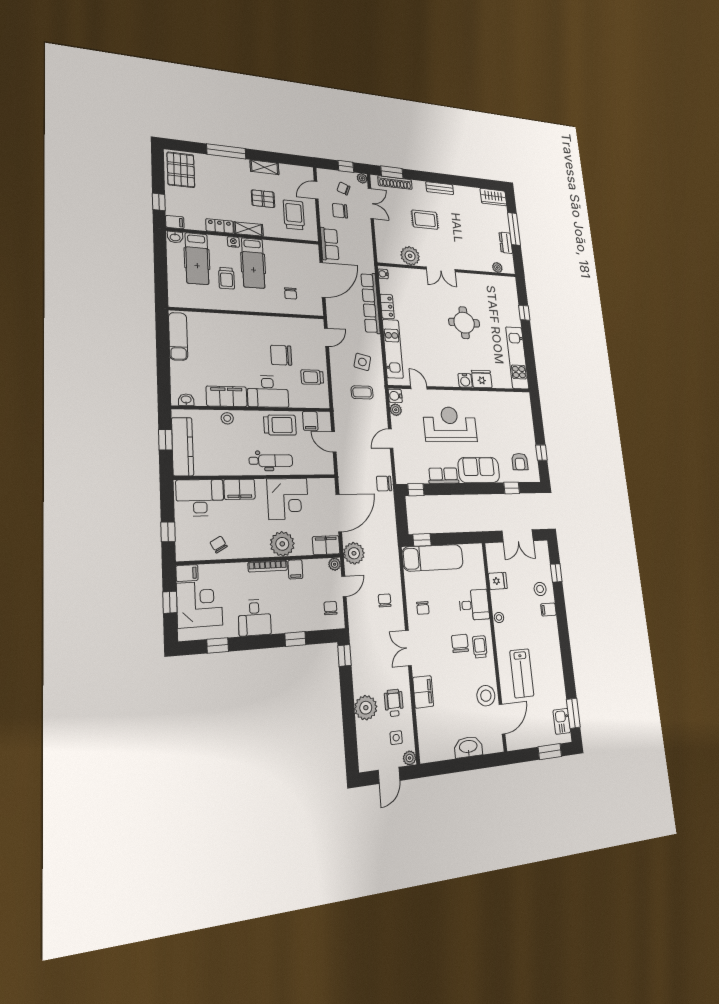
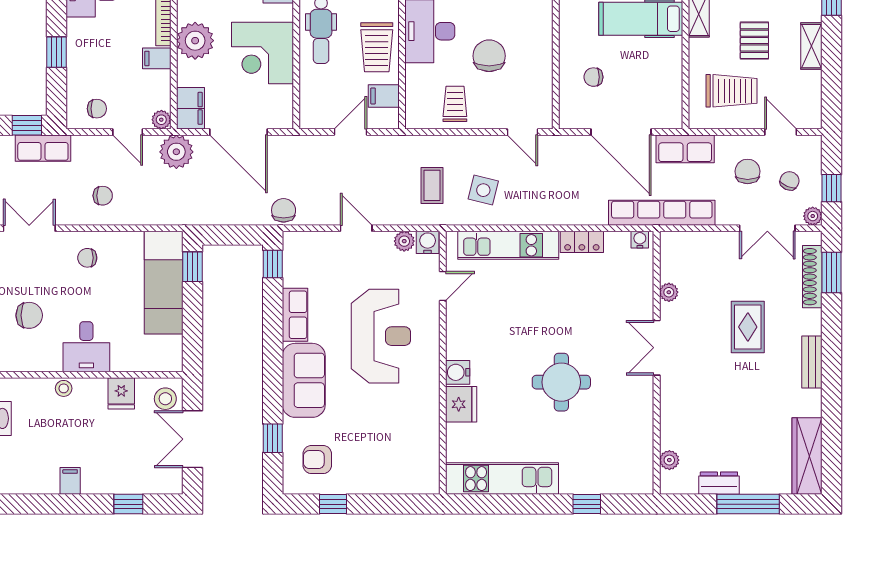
wardrobe: (493, 197) -> (807, 456), width x1.50
plant: (410, 256) -> (669, 292), width x0.53, depth x0.53
row of seats: (371, 303) -> (662, 213), moved
stool: (540, 589) -> (165, 399), moved
row of seats: (358, 643) -> (43, 148), added
trolley: (480, 647) -> (21, 349), removed

